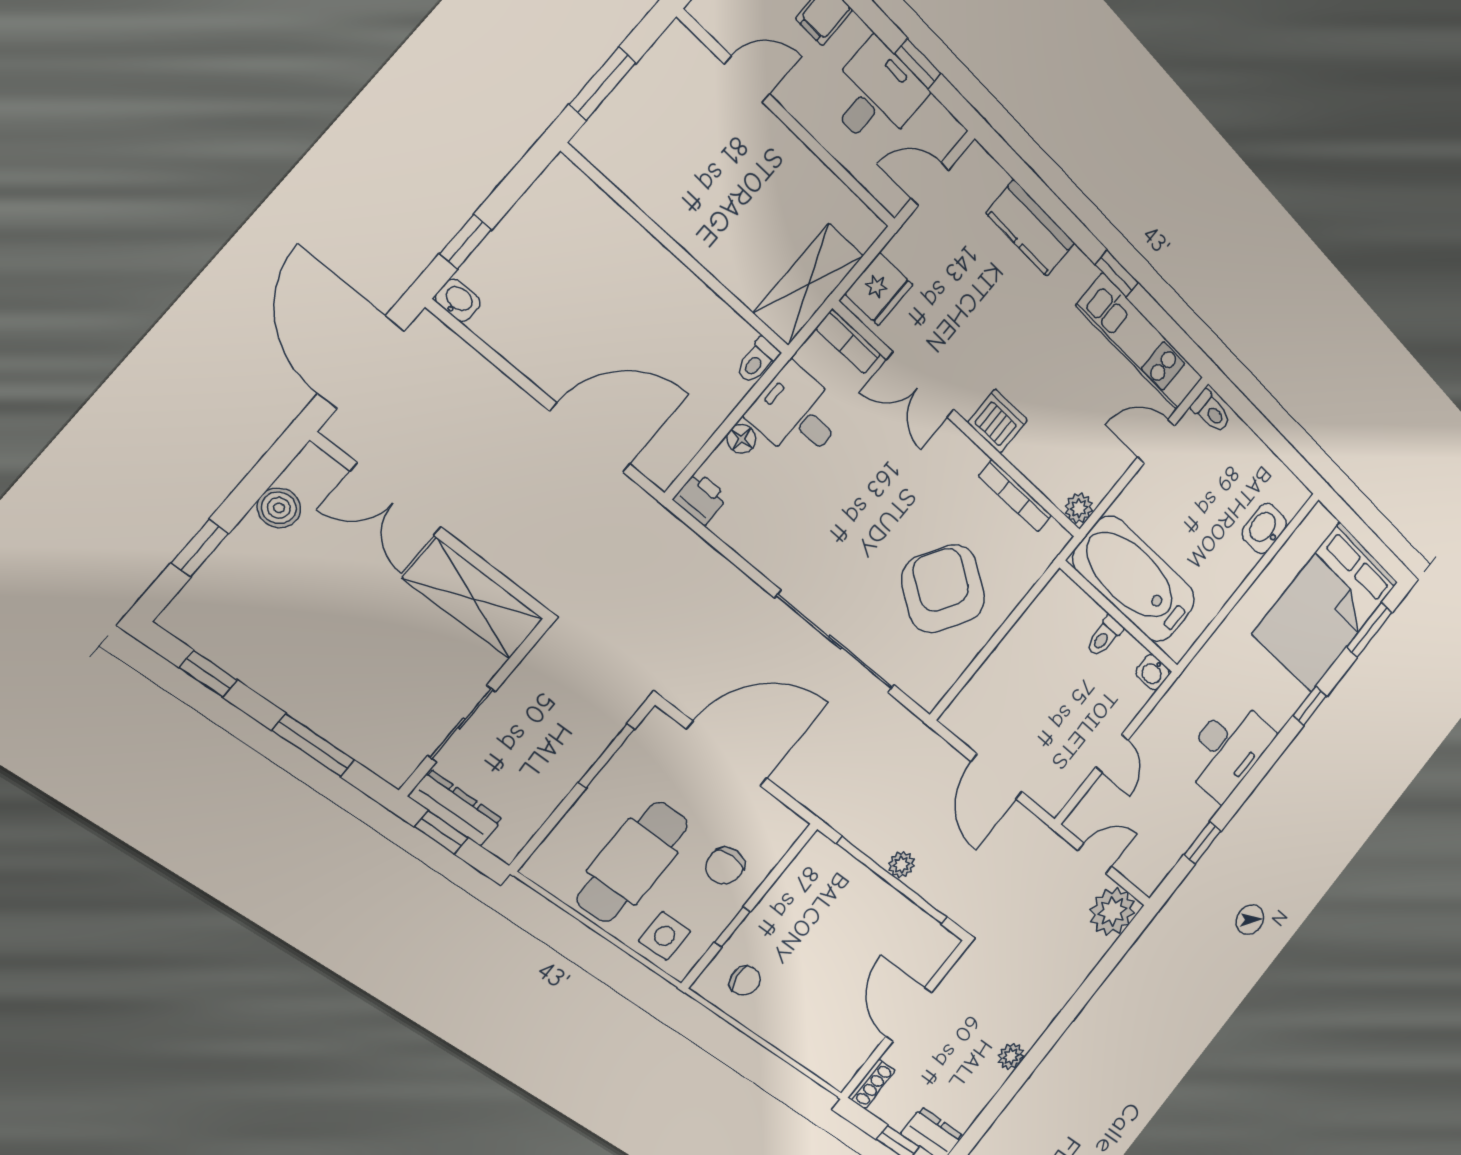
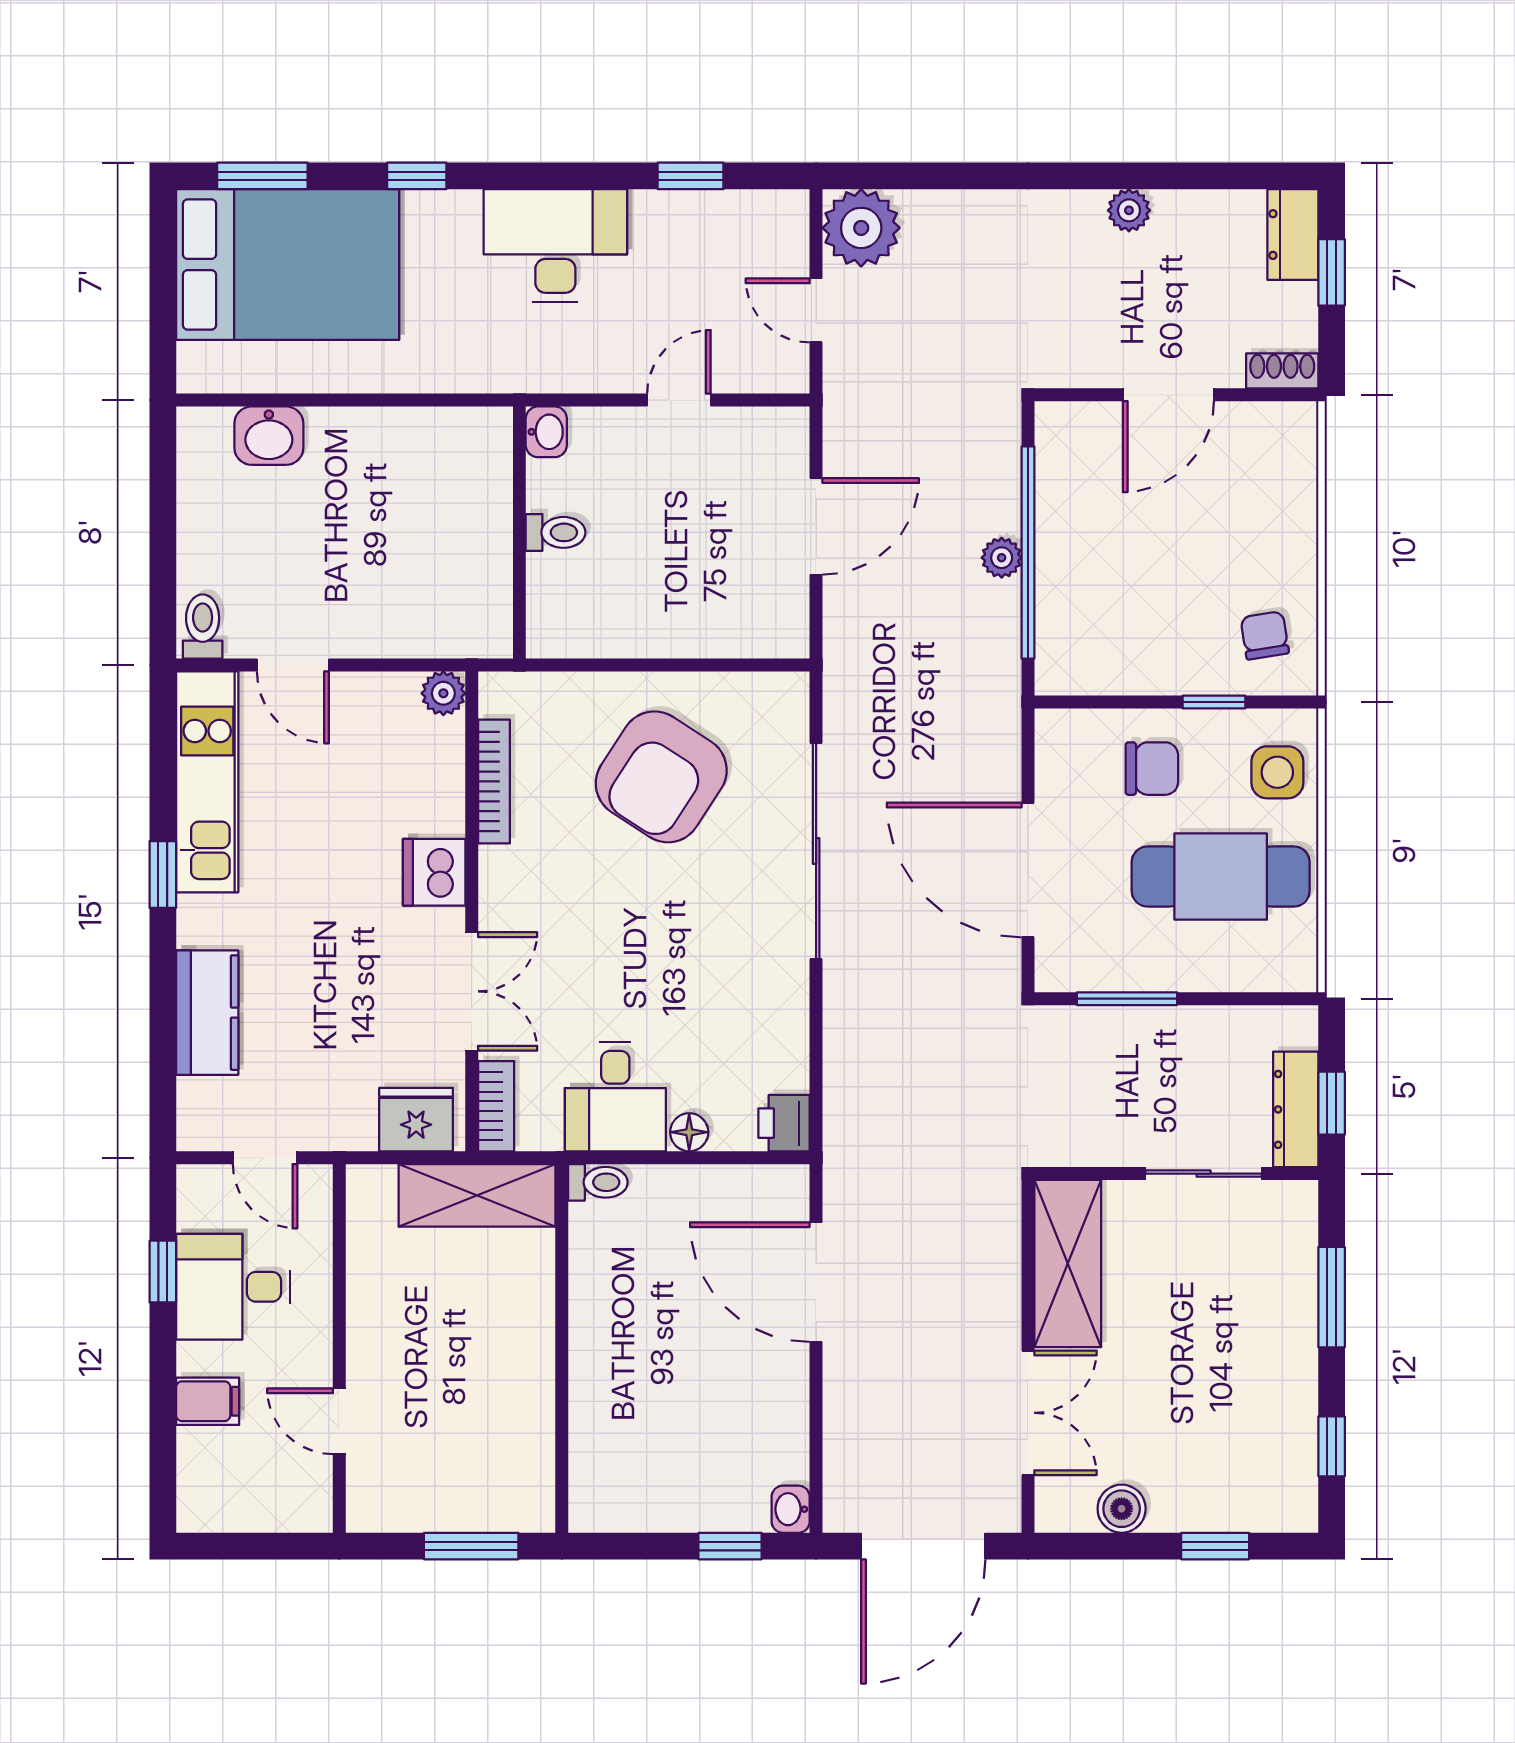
bathtub: (1134, 579) -> (463, 552), removed

